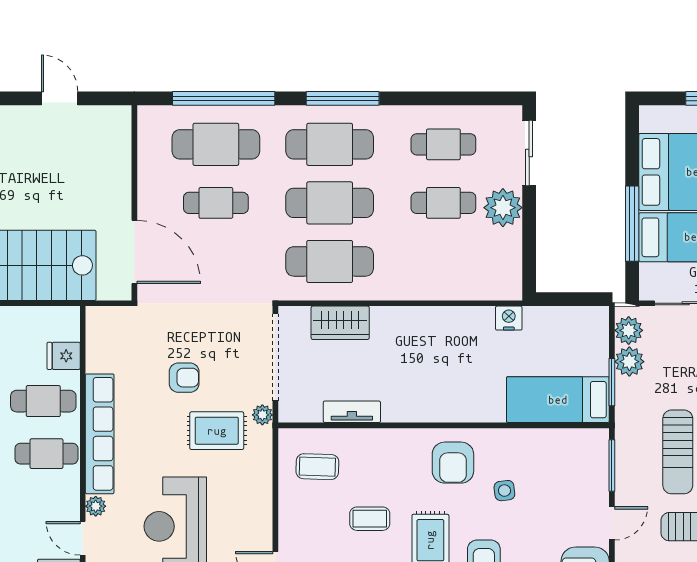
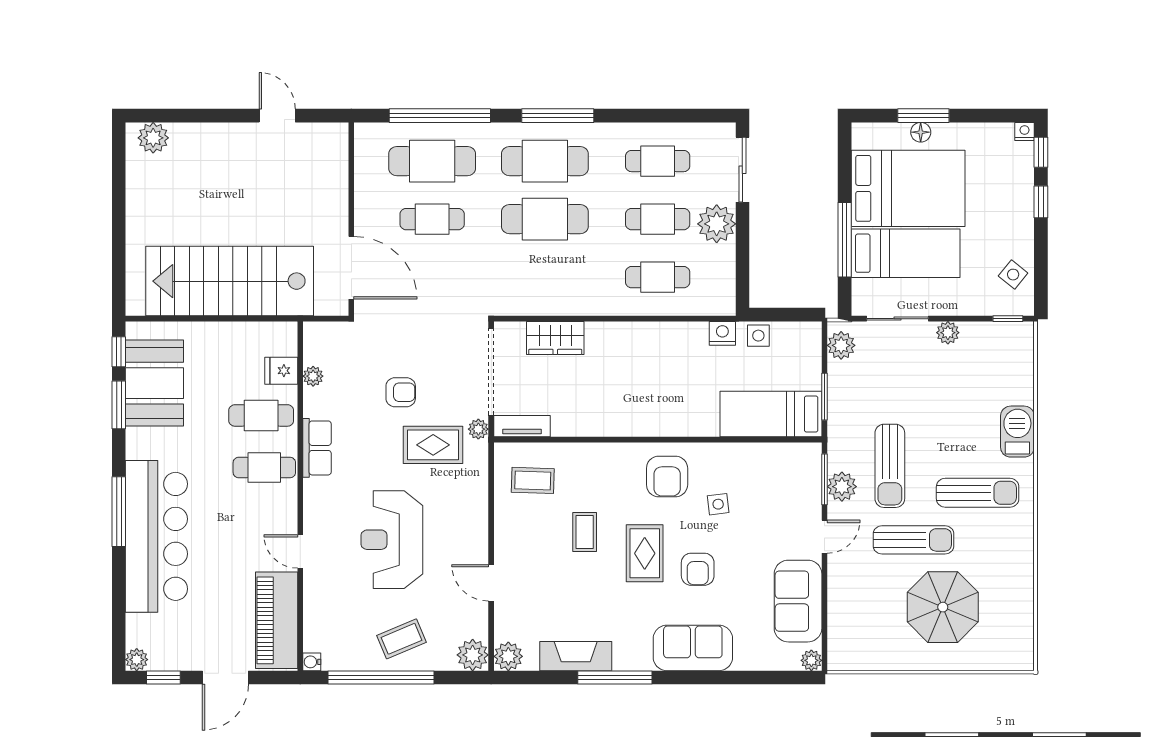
cafe table: (330, 261) -> (658, 277), moved, width x0.73, depth x0.74
side table: (545, 320) -> (758, 336), added
plant: (629, 362) -> (842, 487), moved
tv unit: (352, 412) -> (522, 426), moved
row of seats: (100, 434) -> (317, 448), width x0.50
plant: (96, 506) -> (313, 376), moved
coffee table: (370, 519) -> (585, 532), turned 90

